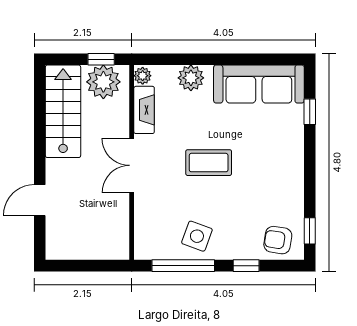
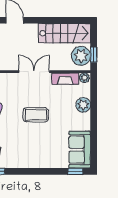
sofa: (259, 84) -> (80, 150), width x0.73
window: (310, 112) -> (75, 171), moved
coffee table: (209, 163) -> (36, 115), turned 90

